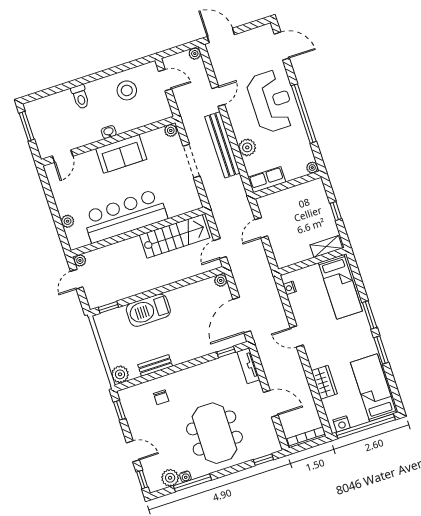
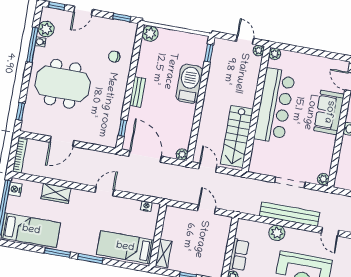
sofa: (121, 154) -> (329, 112), moved
row of seats: (267, 180) -> (239, 255), moved
plant: (68, 221) -> (275, 54), moved
bench: (155, 365) -> (137, 92), moved
tv unit: (248, 366) -> (102, 140), removed

